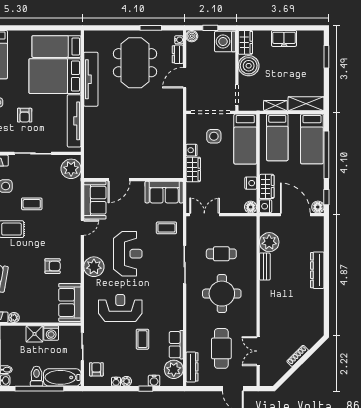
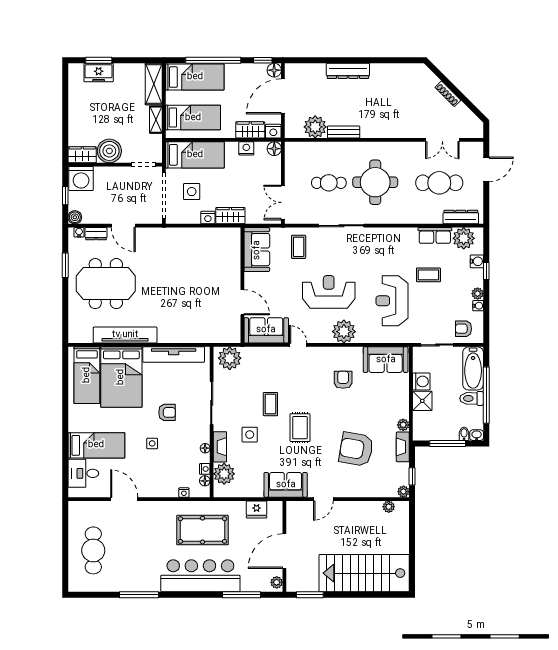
freezer: (284, 38) -> (99, 73), moved, turned 90
cafe table: (221, 254) -> (329, 183), turned 90

